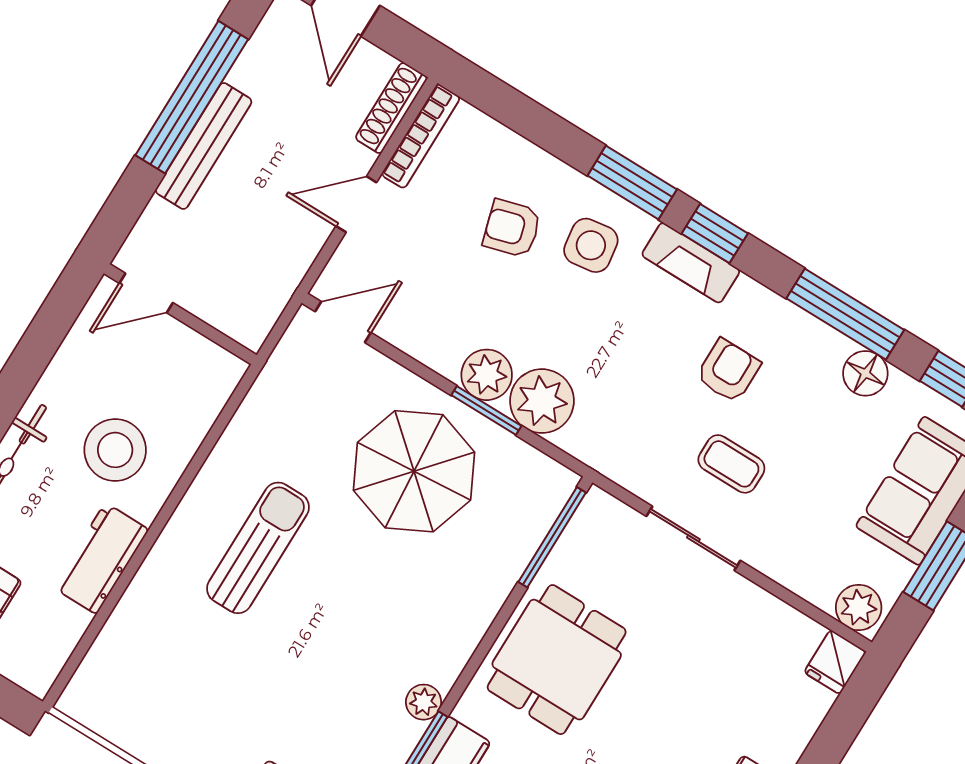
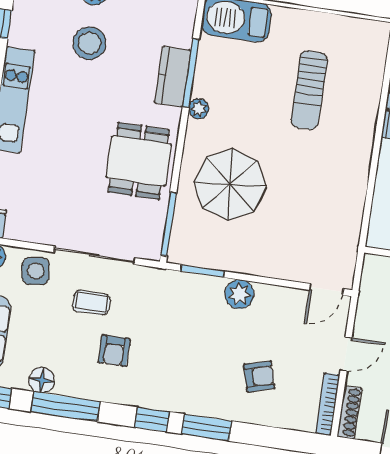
side table: (591, 245) -> (36, 271), moved
fireplace: (691, 263) -> (158, 399), removed
plant: (542, 401) -> (205, 293), removed
window: (486, 411) -> (202, 271), moved
parasol: (414, 471) -> (230, 185), moved
sliding door: (693, 538) -> (94, 255), width x1.37
sun lounger: (258, 548) -> (309, 90), moved

